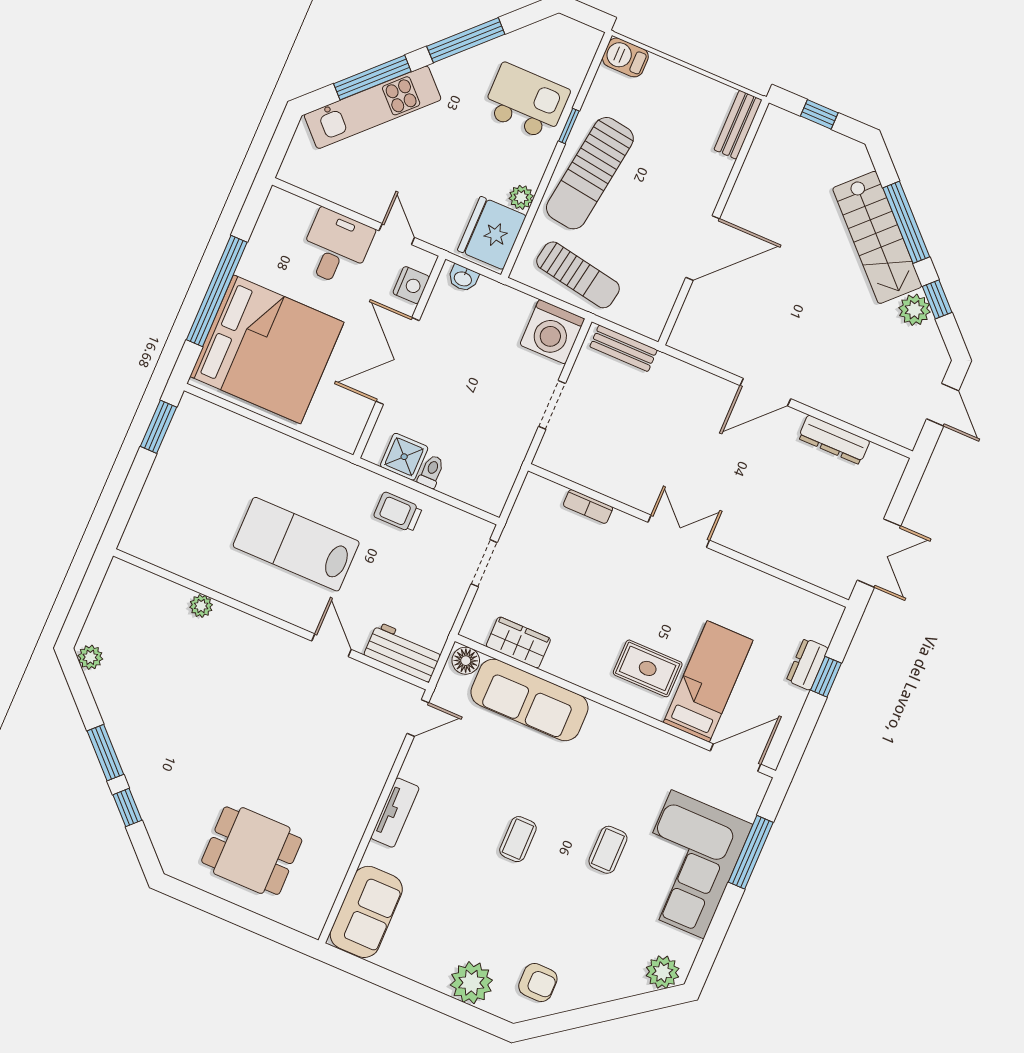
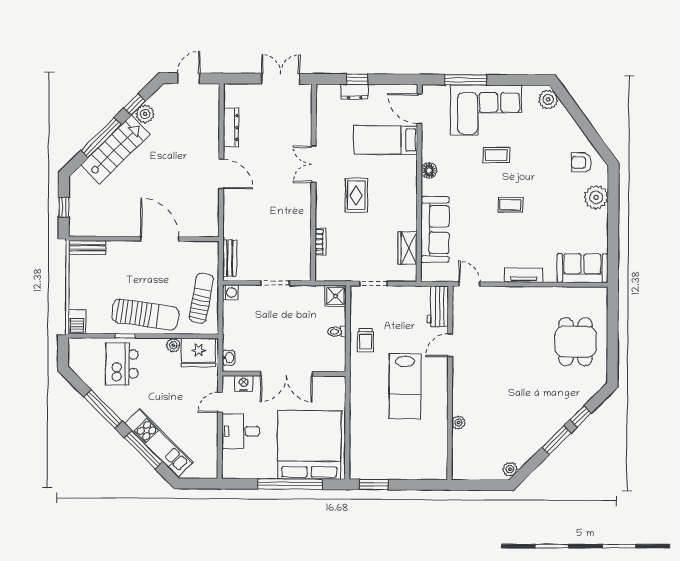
washing machine: (552, 332) -> (230, 292), width x0.53, depth x0.53
shower: (404, 457) -> (335, 296), moved
double door: (679, 531) -> (314, 164), moved
floor lamp: (466, 661) -> (429, 171), moved
rug: (648, 668) -> (356, 195), moved
armchair: (538, 982) -> (581, 162), turned -90

